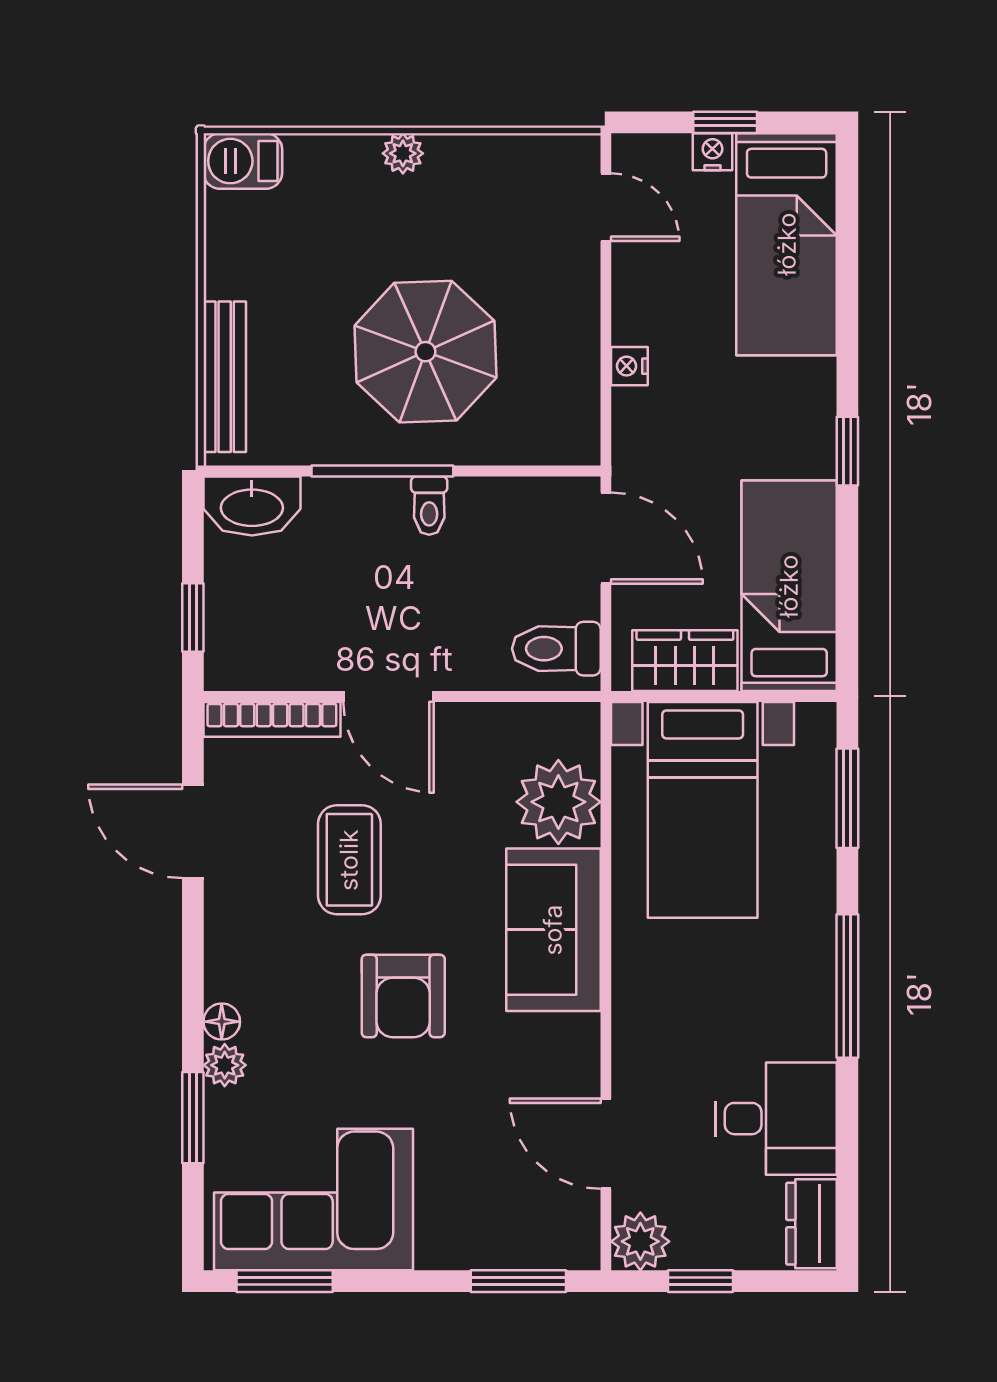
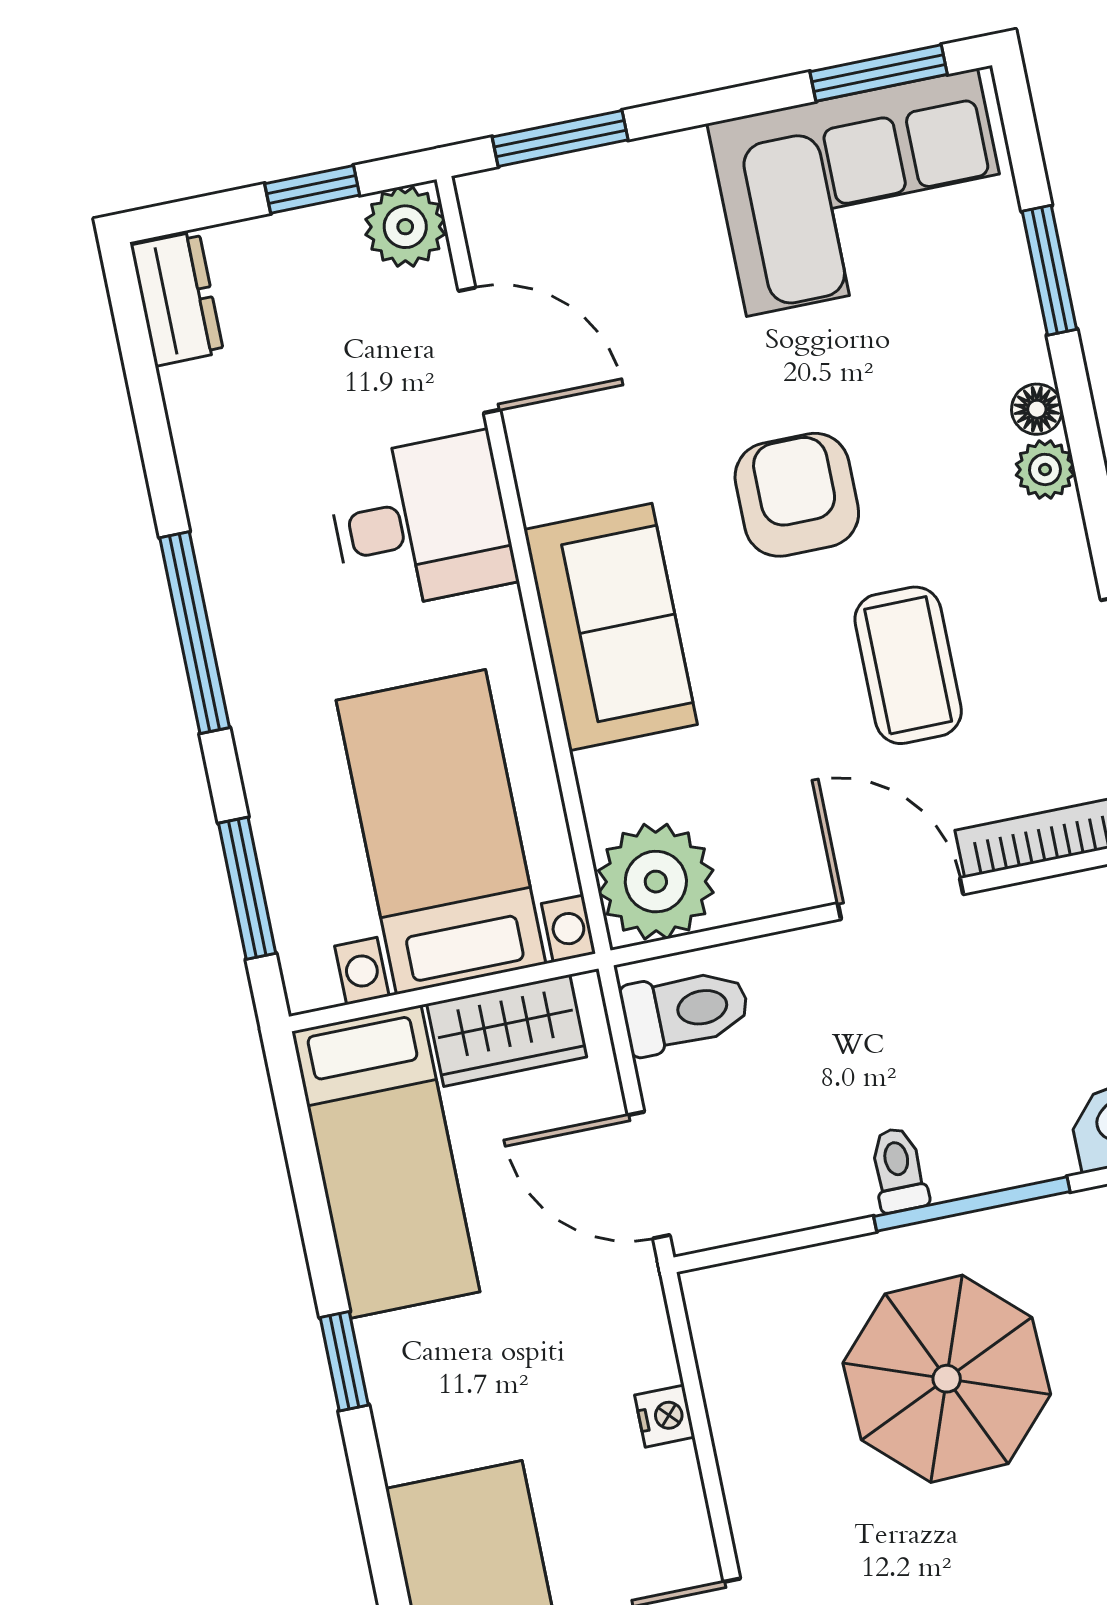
plant: (558, 802) -> (656, 882), moved
plant: (225, 1065) -> (1045, 469), moved
desk: (776, 1119) -> (421, 522), moved, turned 180

